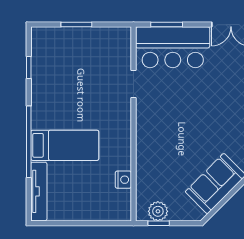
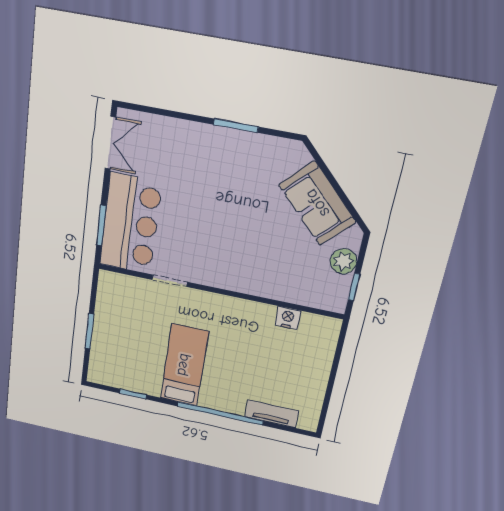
bed: (65, 145) -> (184, 365), moved
tv unit: (39, 191) -> (272, 414), width x0.71
plant: (158, 211) -> (343, 261), moved

